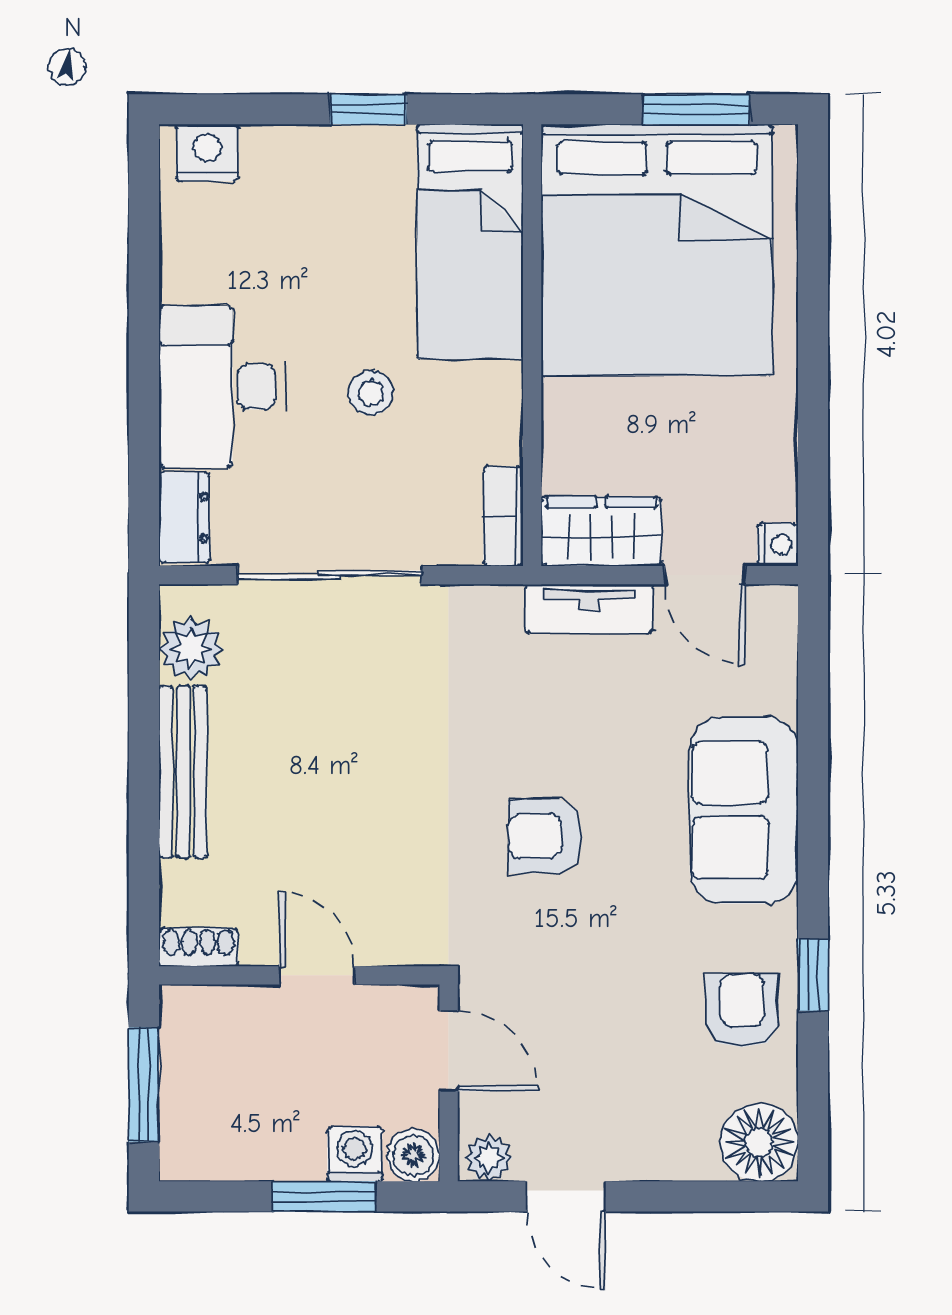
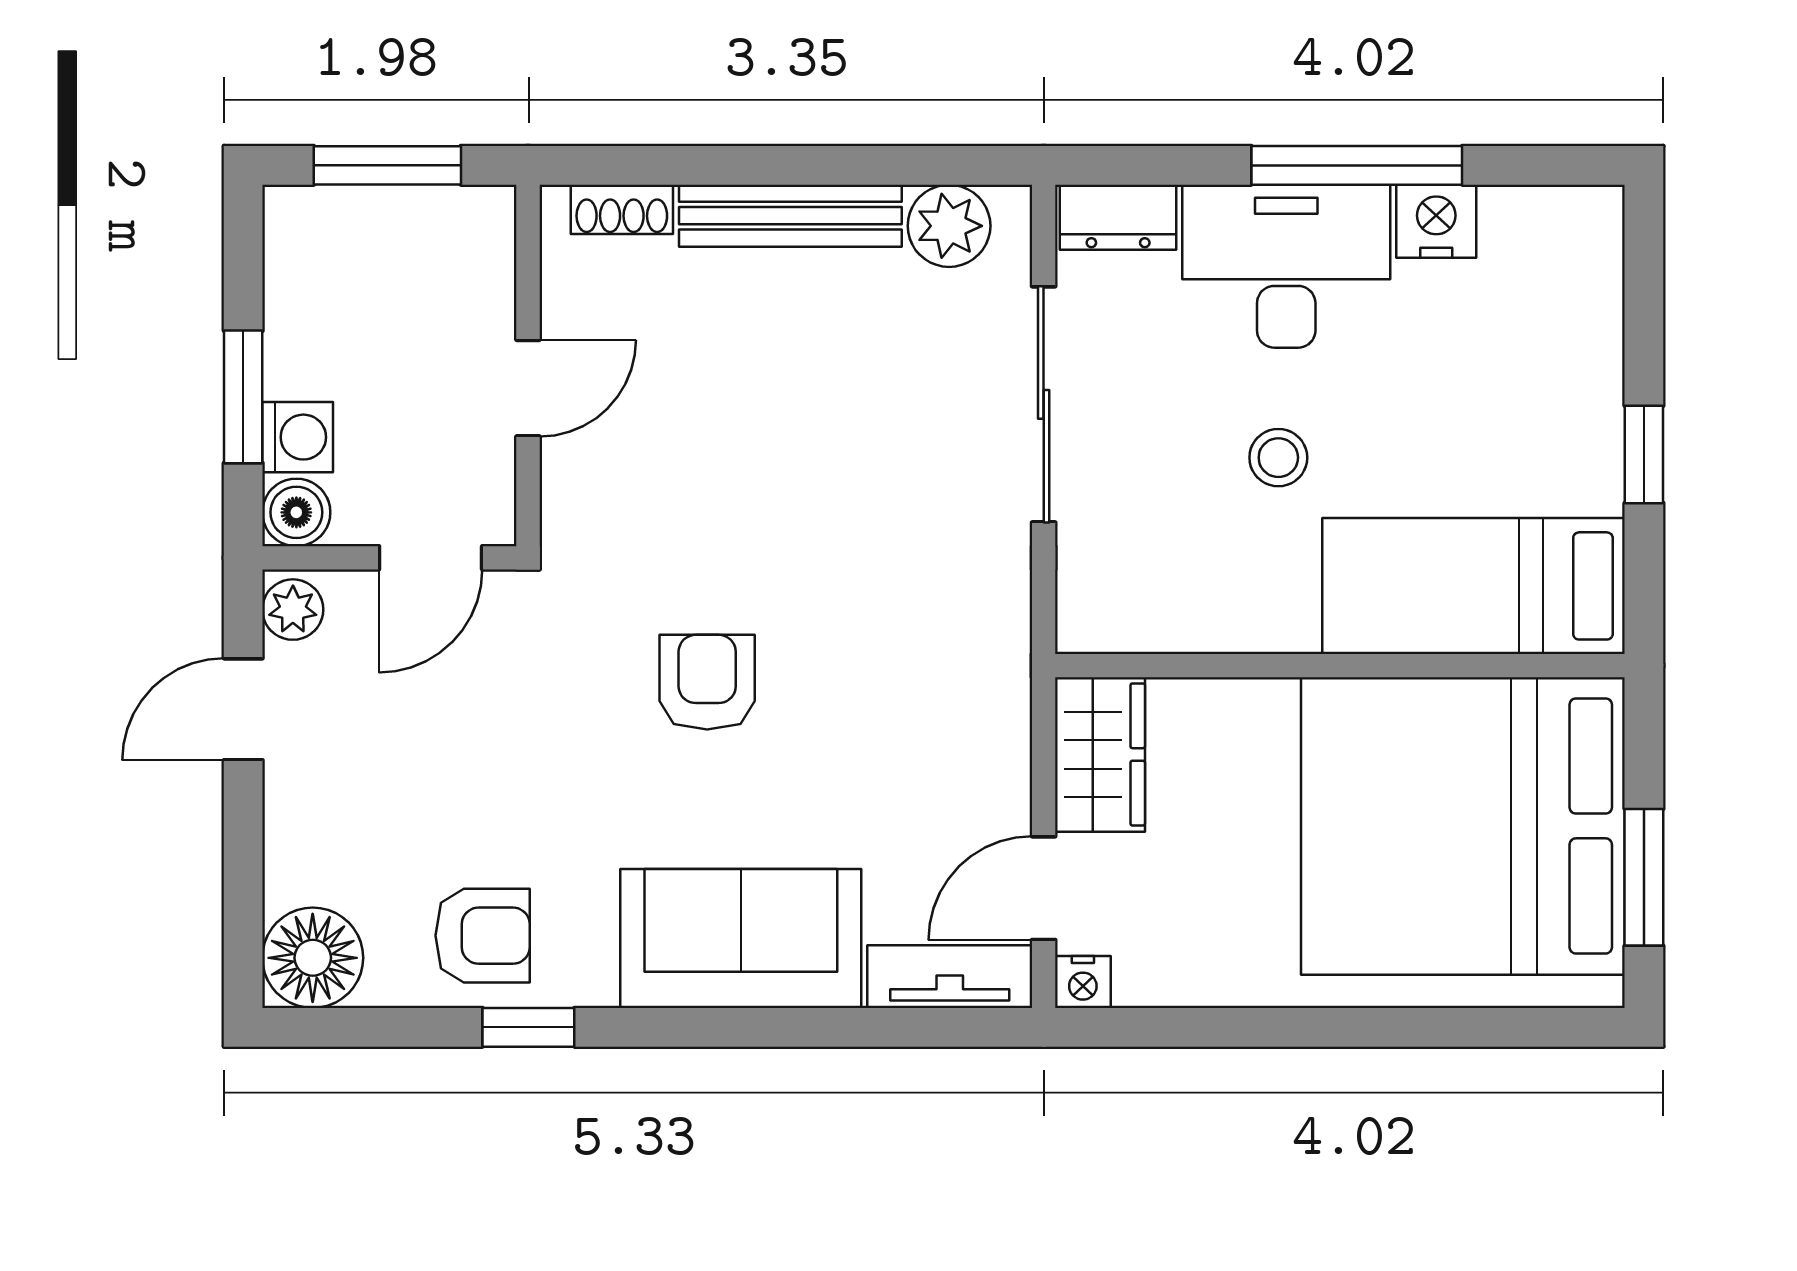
nightstand: (207, 153) -> (1436, 221), moved, turned -90
window: (144, 332) -> (1357, 165), added
bookcase: (503, 516) -> (1119, 628), removed
tv unit: (589, 609) -> (950, 977), moved, turned 90
shoe rack: (198, 947) -> (622, 209), moved, turned 90

